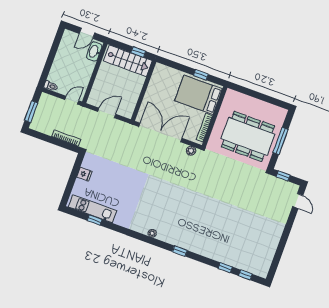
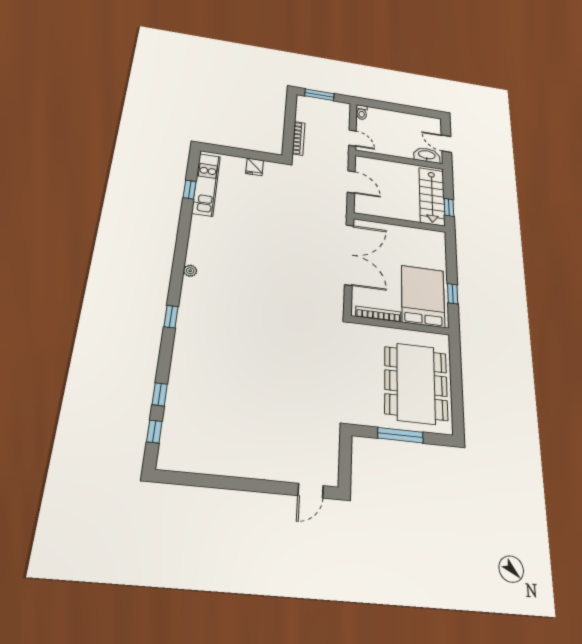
dining table: (248, 136) -> (416, 383), moved
plant: (191, 151) -> (337, 302), removed
window: (283, 176) -> (345, 454), removed

